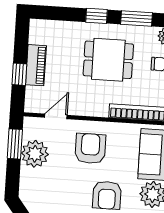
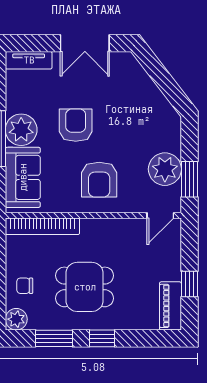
piano: (36, 65) -> (170, 306), moved
window: (19, 74) -> (190, 284), moved
door: (56, 116) -> (160, 215), moved

